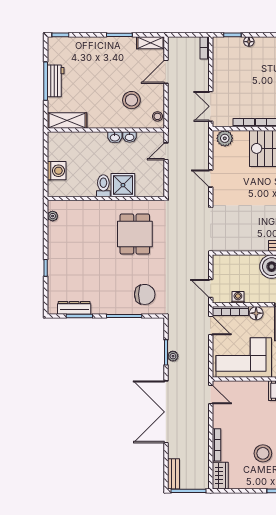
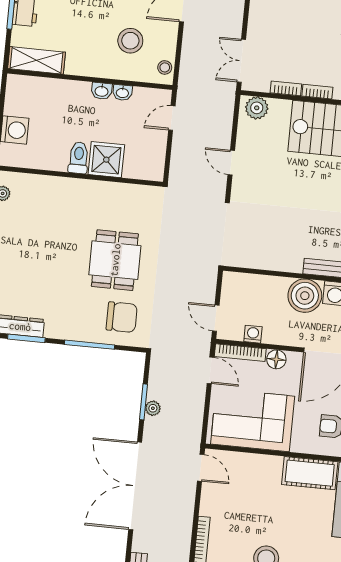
dining table: (135, 234) -> (115, 260), moved

